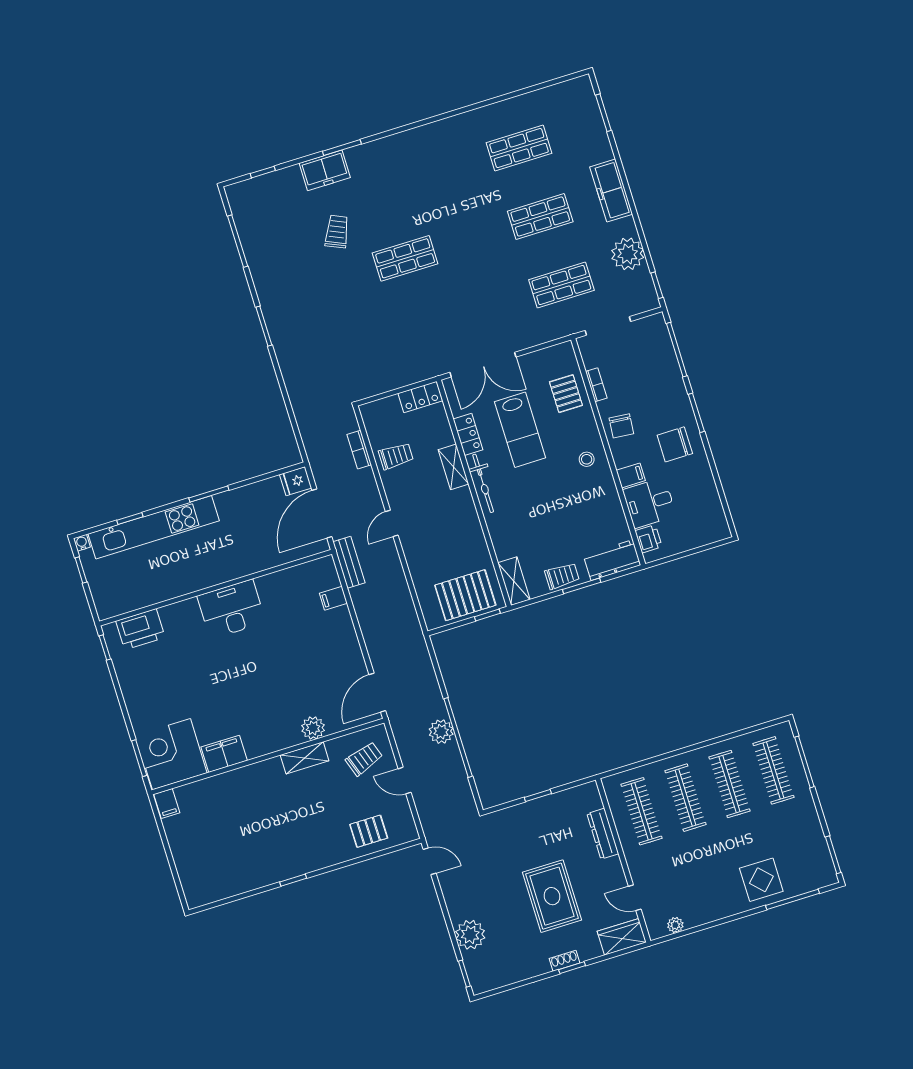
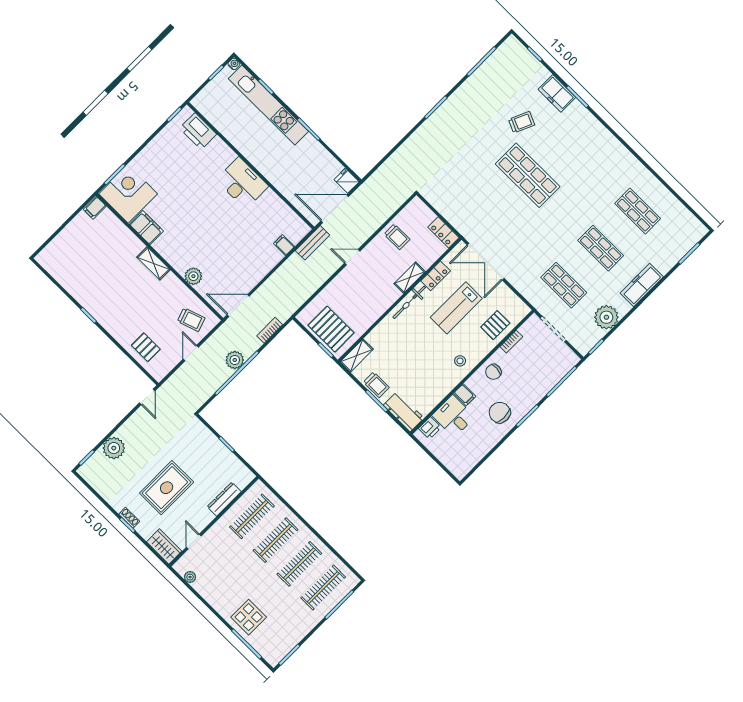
shop shelf: (405, 258) -> (528, 175), width x1.43, depth x1.36
bookcase: (359, 450) -> (270, 330), moved
shelving: (305, 758) -> (154, 263), moved

